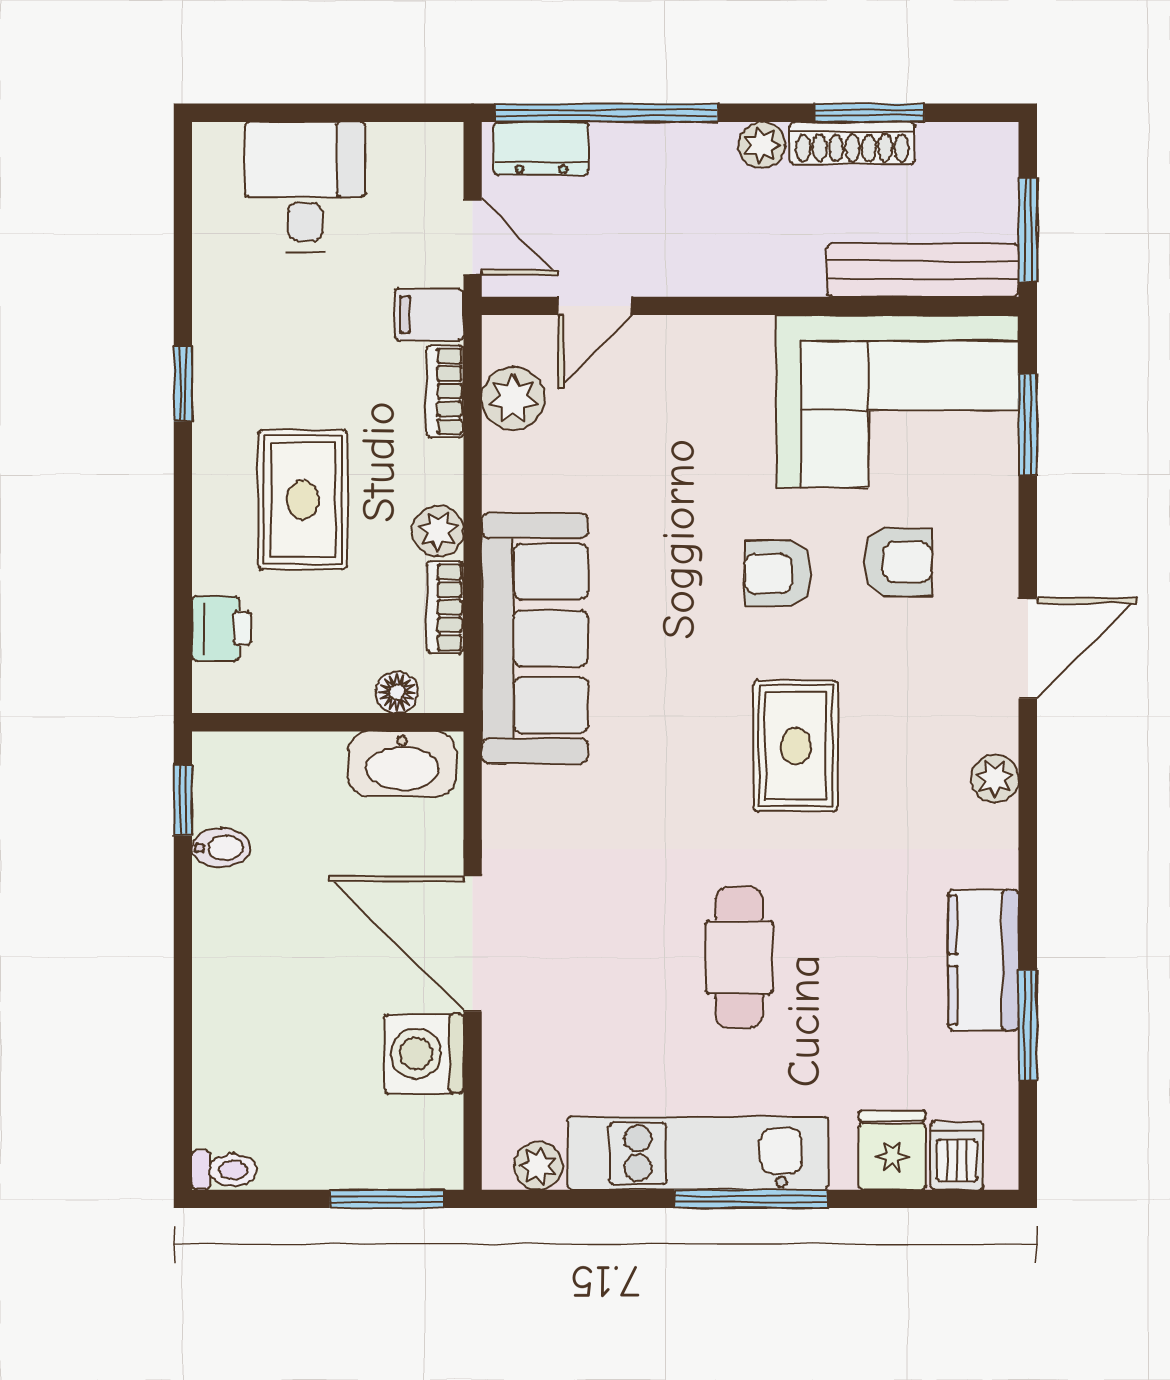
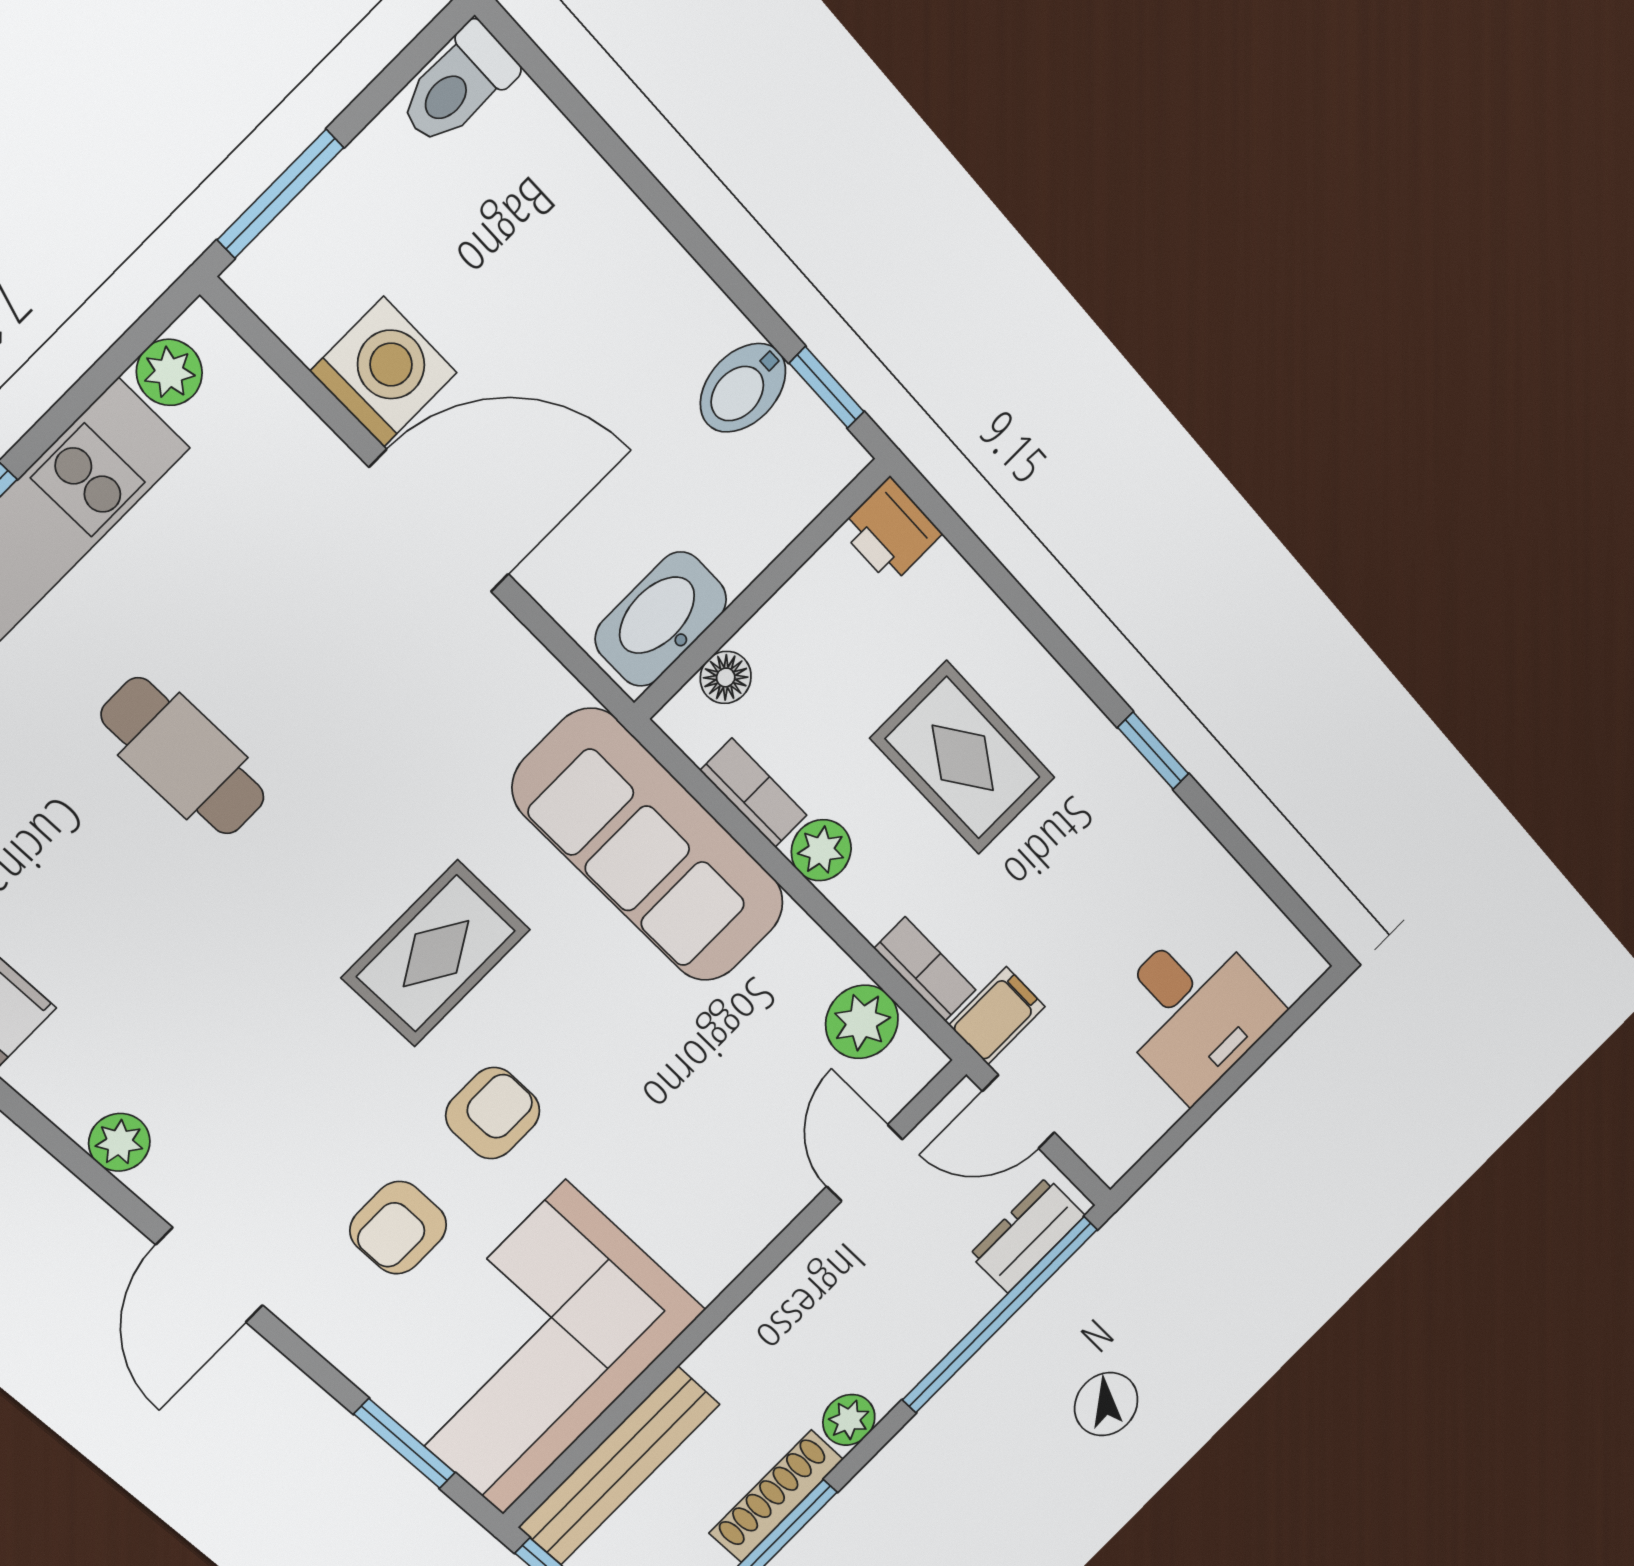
printer: (222, 628) -> (891, 531), moved
rug: (796, 746) -> (436, 954), moved, turned 90
bidet: (221, 848) -> (743, 388), width x1.38, depth x1.36
toilet: (224, 1170) -> (458, 85), width x1.37, depth x1.39

